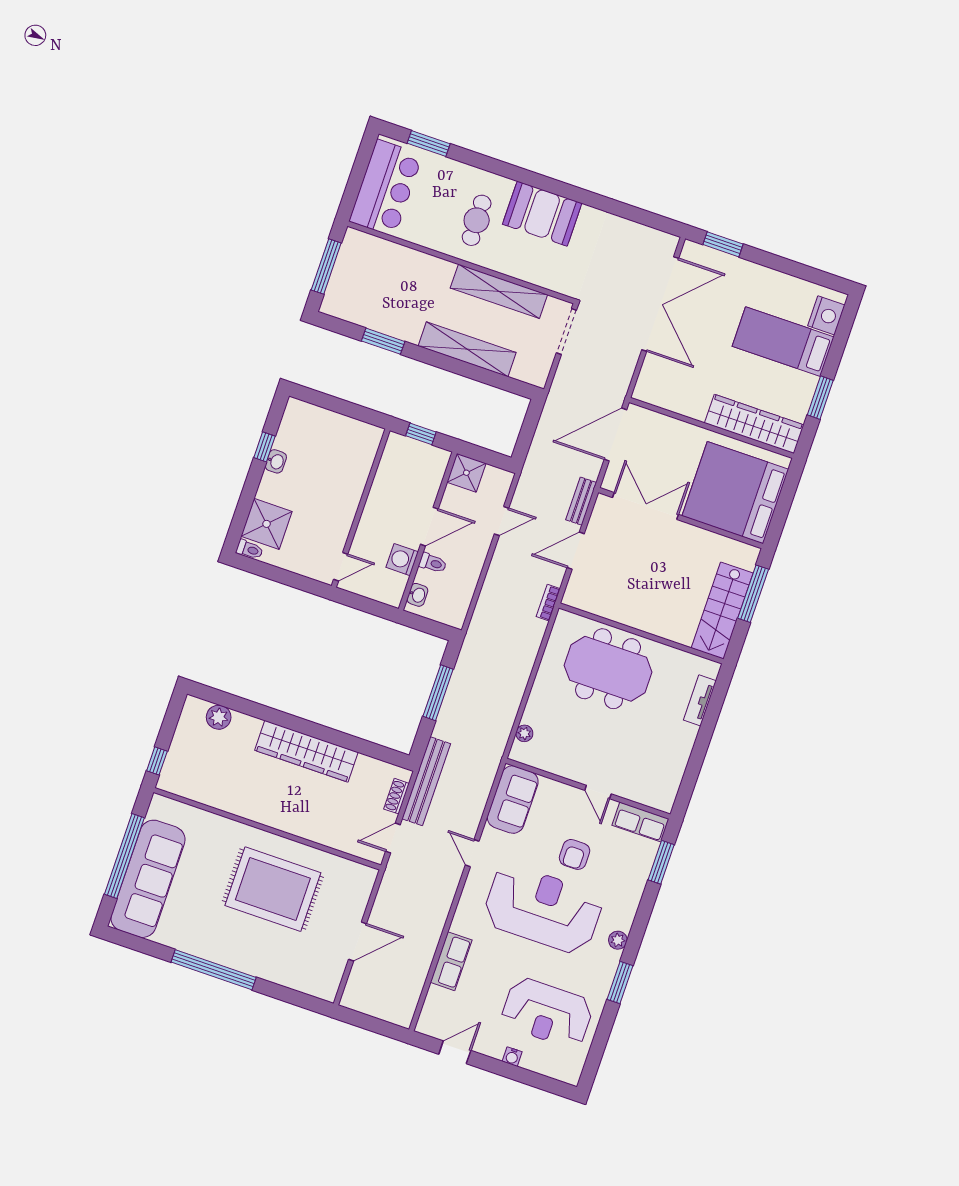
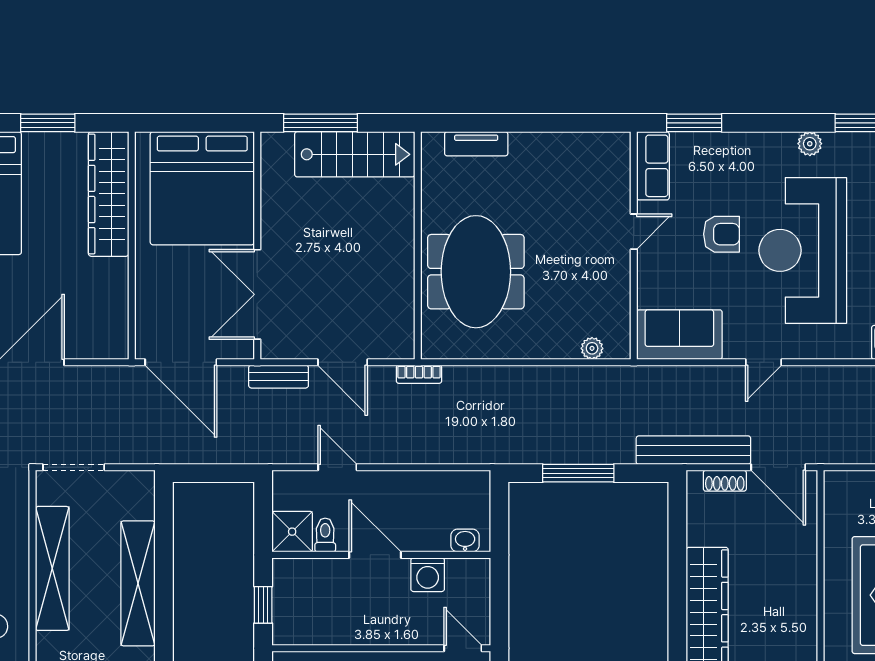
toilet: (433, 563) -> (325, 535), moved
door: (393, 838) -> (778, 467), width x1.38

